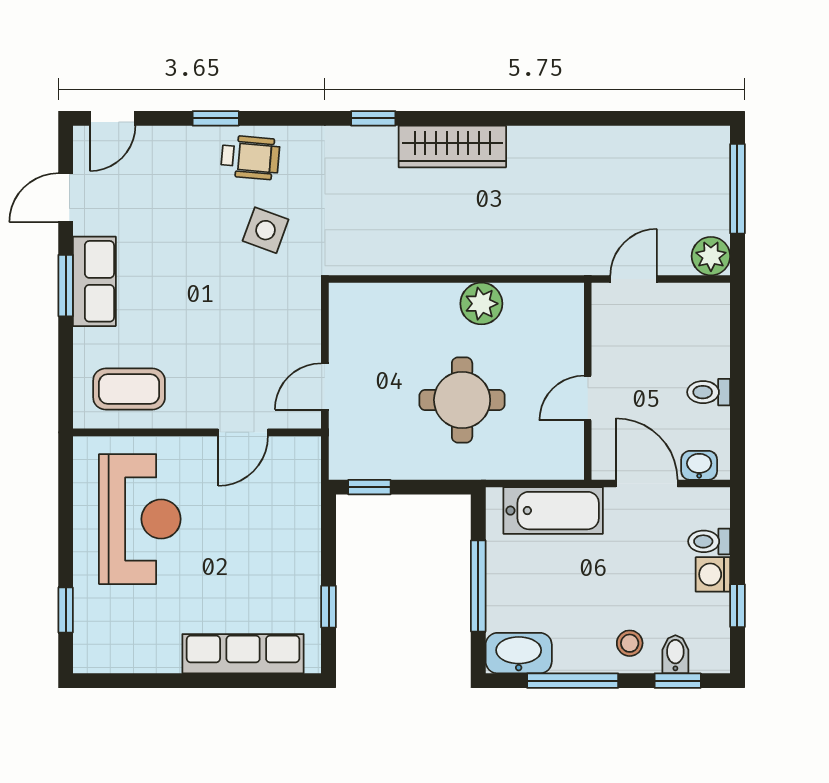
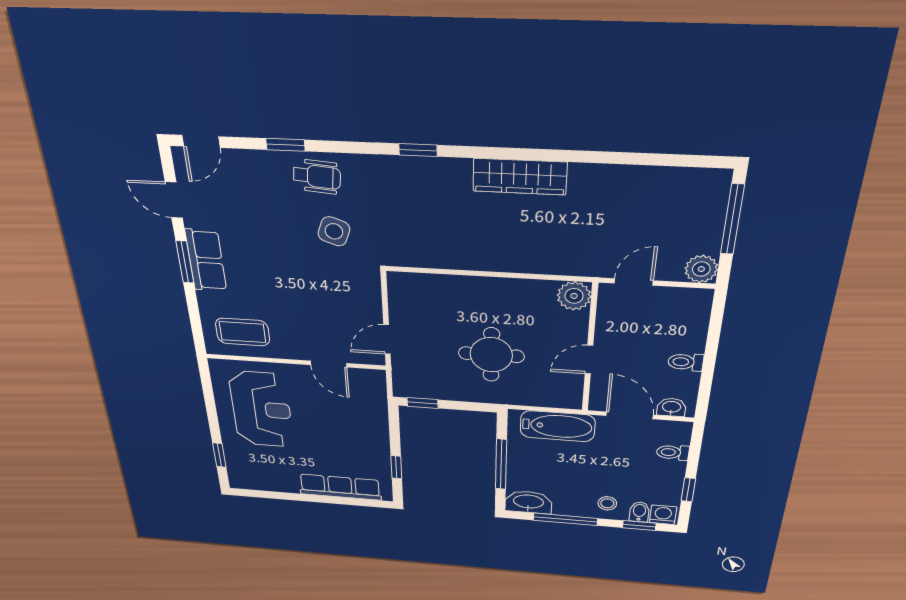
wardrobe: (452, 146) -> (520, 177), moved
door: (66, 198) -> (174, 200), hinge flipped
plant: (481, 304) -> (574, 296), moved
door: (243, 432) -> (329, 364), hinge flipped
washing machine: (713, 574) -> (663, 515), moved, turned 90

